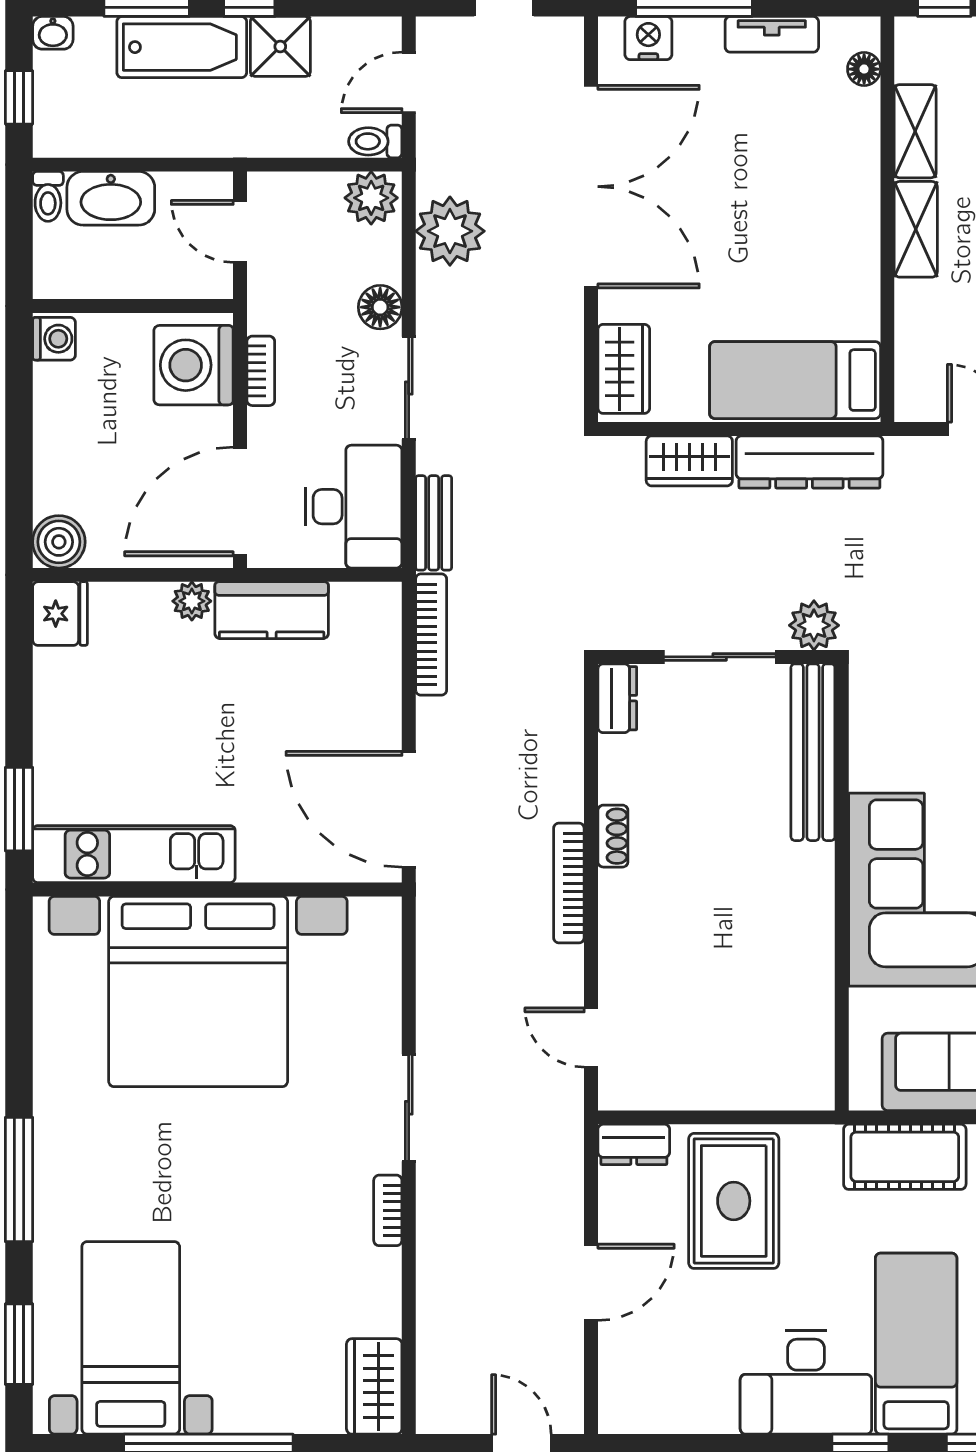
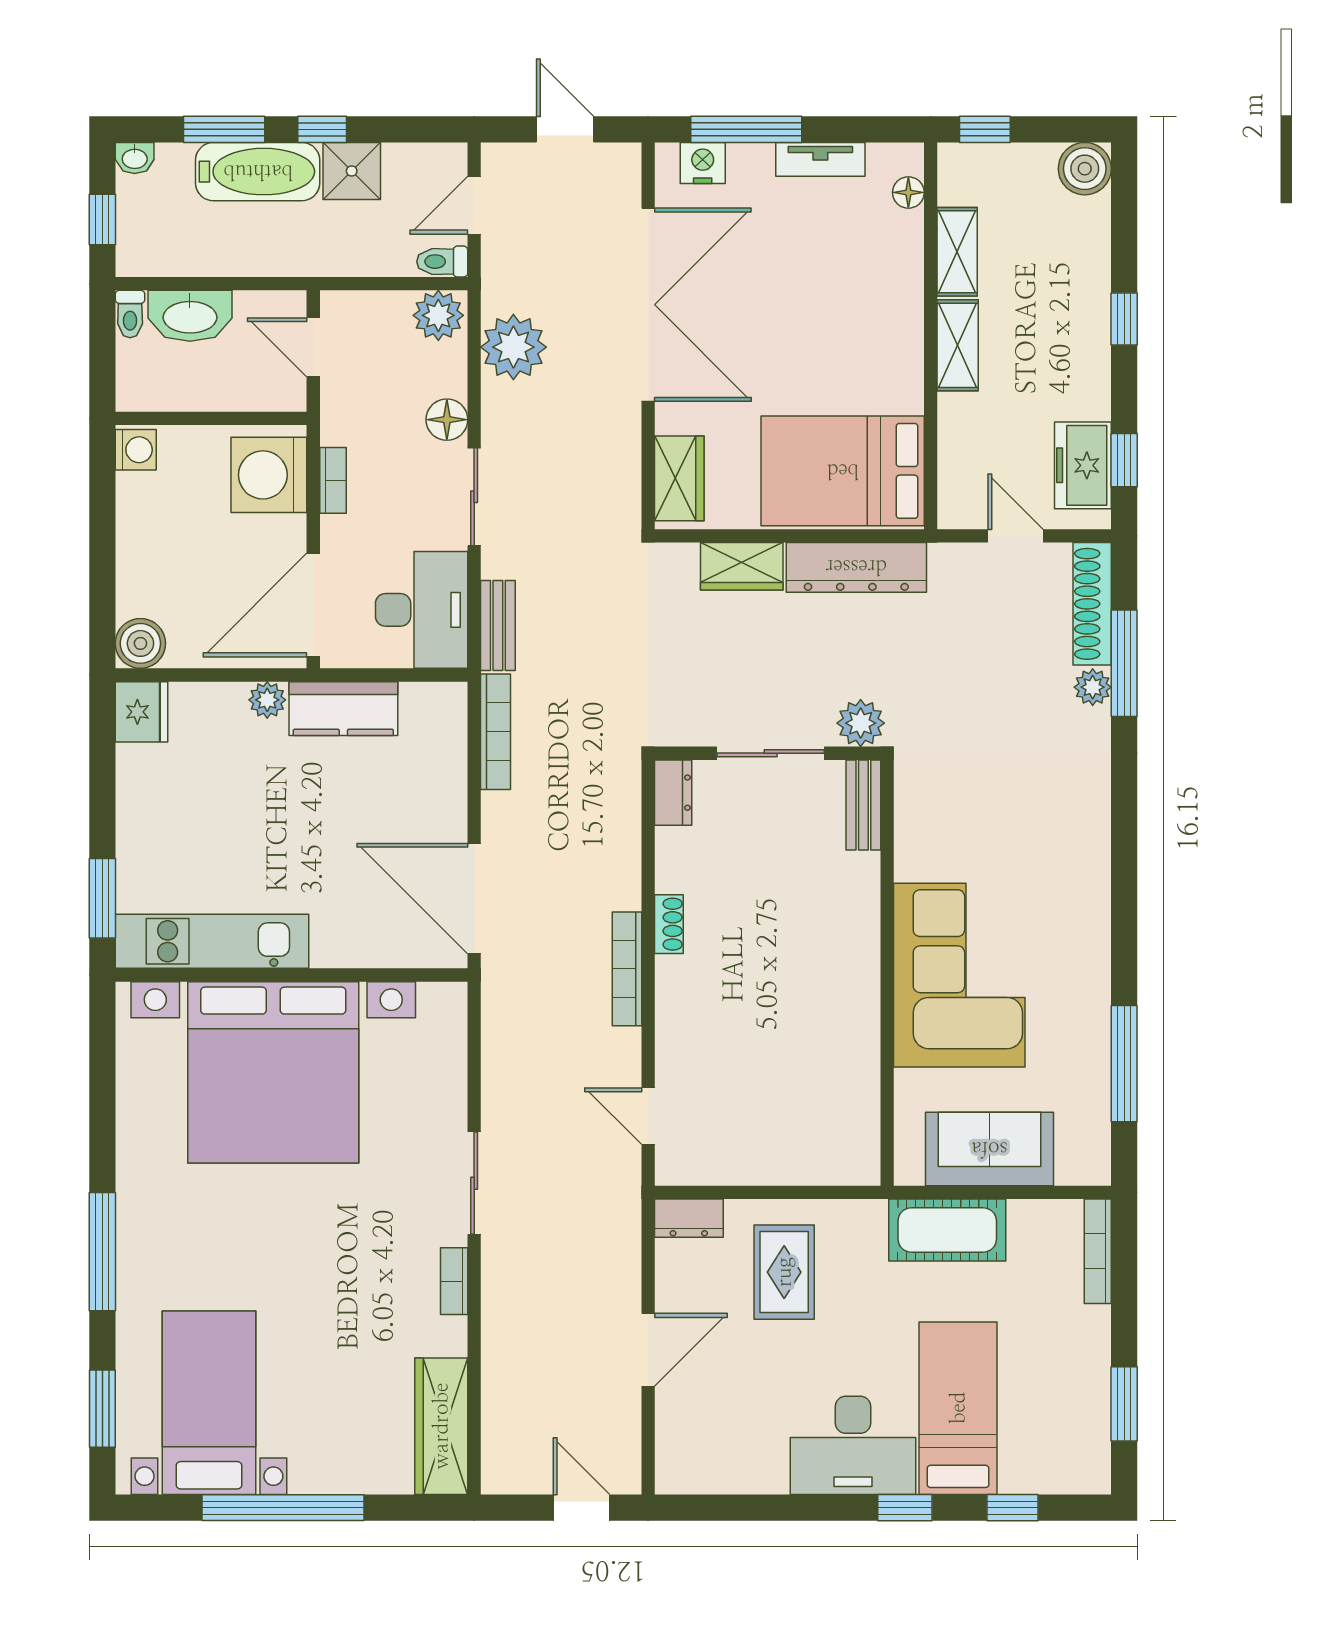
bed: (795, 380) -> (843, 471), width x1.50
bench: (813, 752) -> (863, 805), width x0.54, depth x0.82
rug: (734, 1201) -> (784, 1272), width x0.73, depth x0.70
wardrobe: (374, 1386) -> (441, 1426), width x1.50

